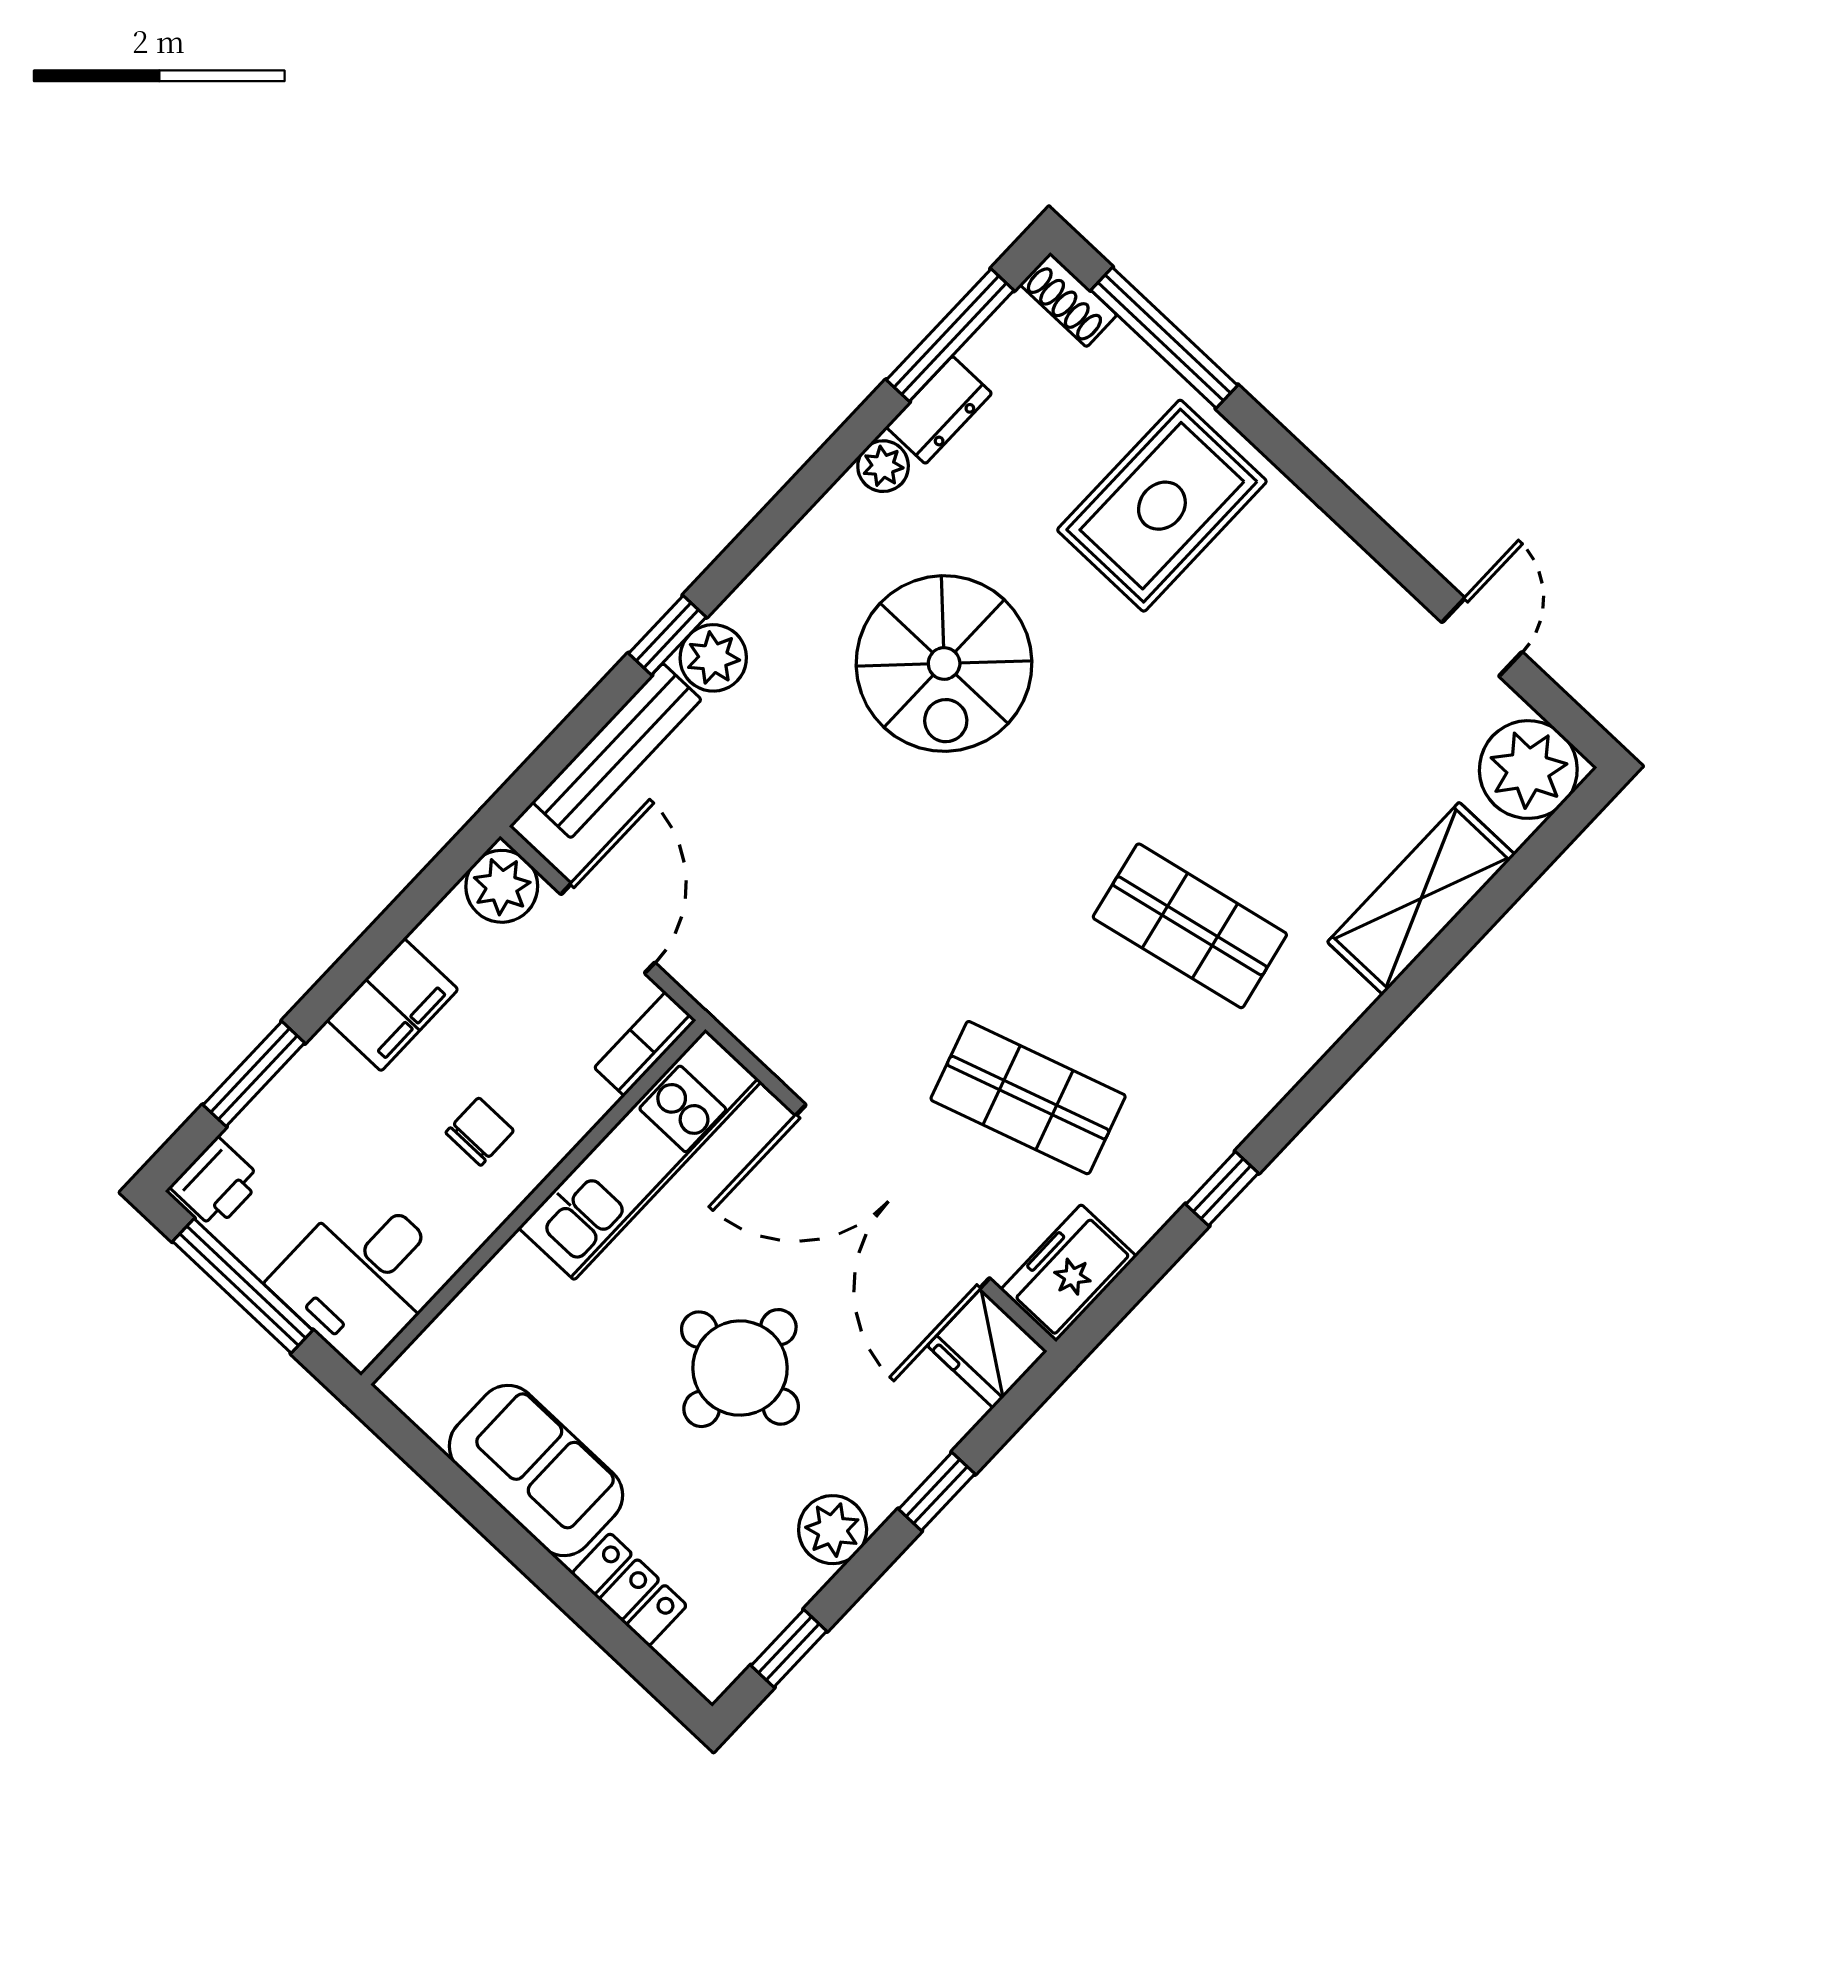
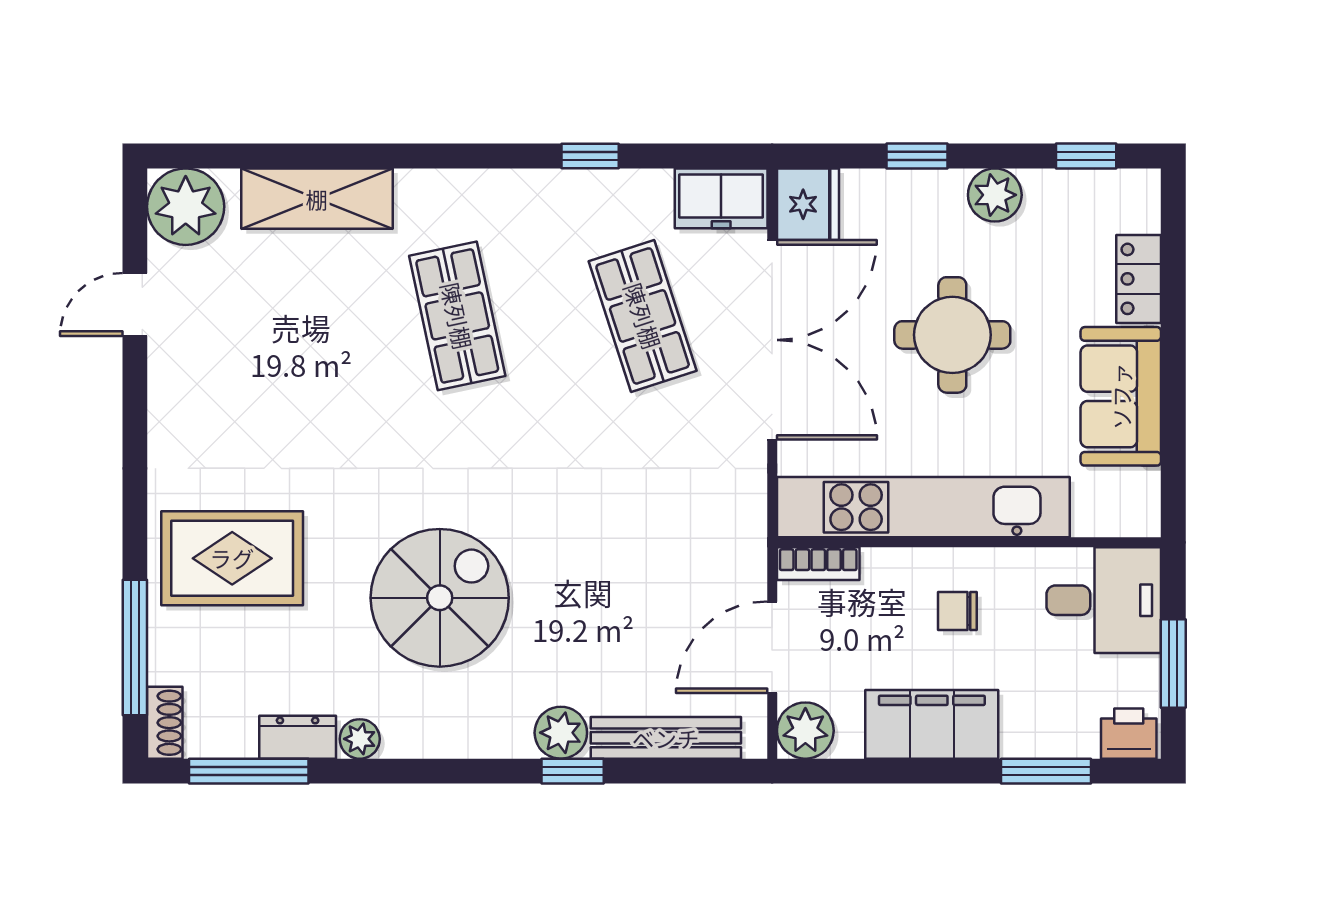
filing cabinet: (392, 1005) -> (932, 724), width x1.50, depth x1.17
kitchen unit: (640, 1155) -> (923, 507), width x1.36
window: (243, 1286) -> (1173, 664), width x0.69

